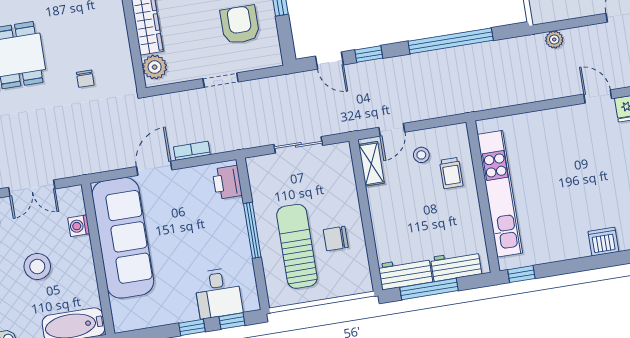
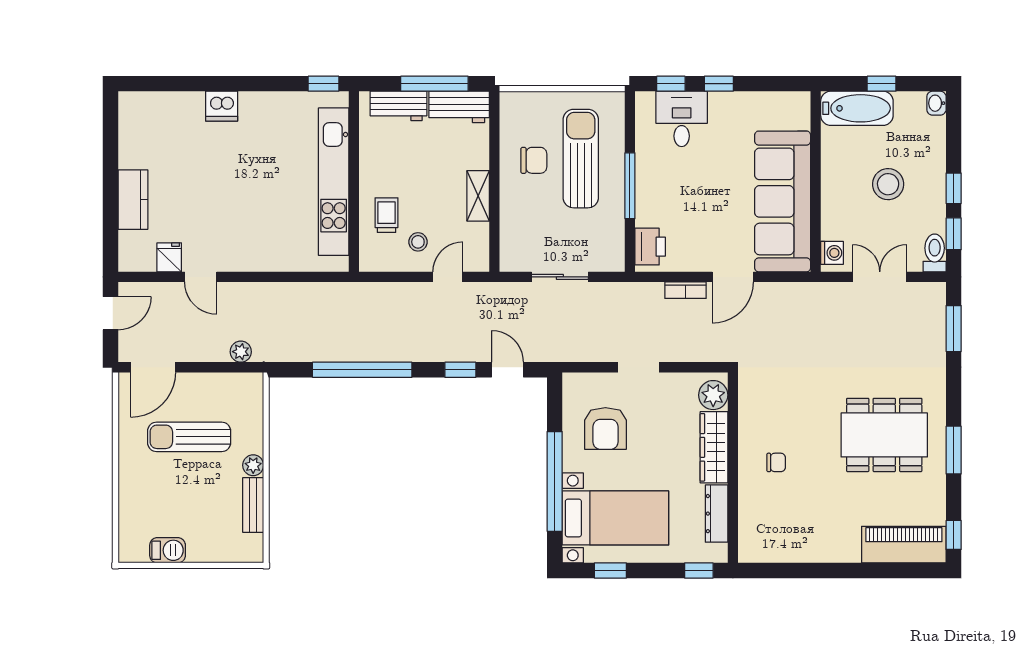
chair: (85, 79) -> (776, 462), moved, turned 90
shelving: (371, 164) -> (478, 196), moved
washing machine: (79, 226) -> (832, 253), moved
sun lounger: (297, 246) -> (581, 159), turned 180

